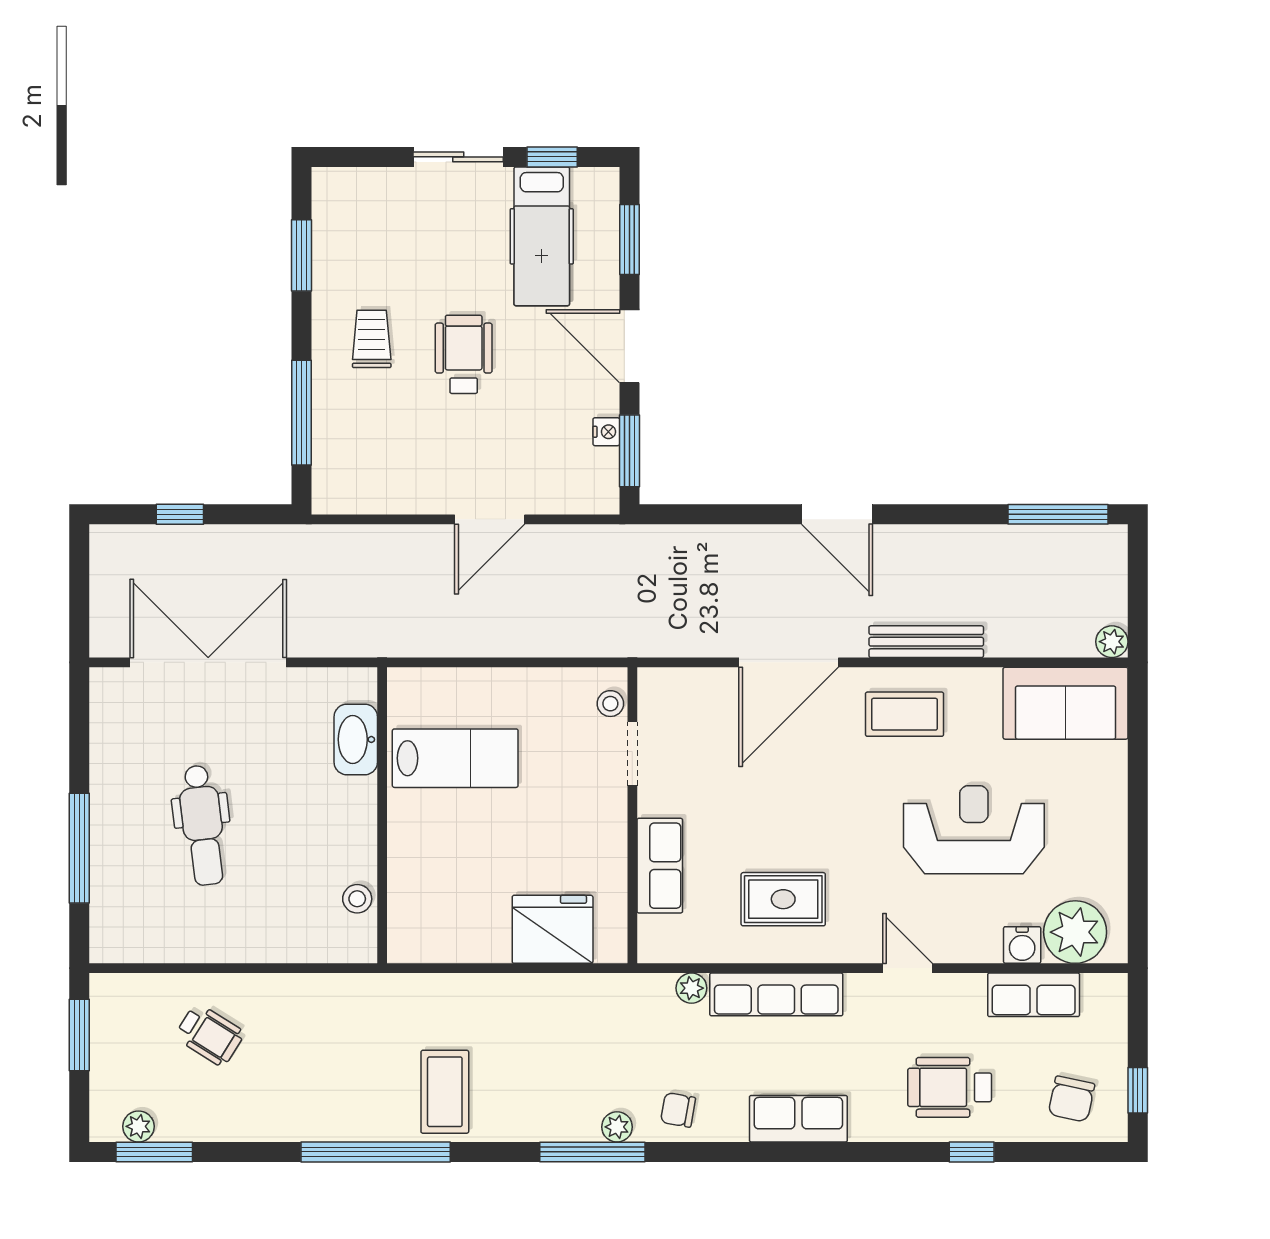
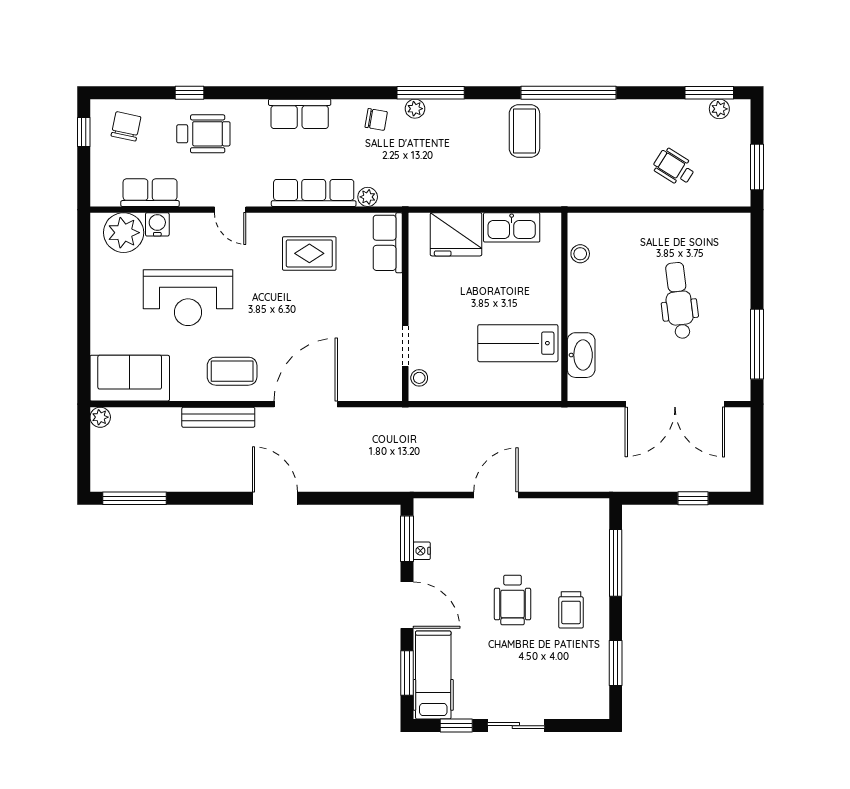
hospital bed: (542, 236) -> (433, 675), moved
window: (79, 848) -> (757, 344), moved
row of seats: (660, 866) -> (388, 243), moved
kitchen sink: (465, 940) -> (512, 227), added

